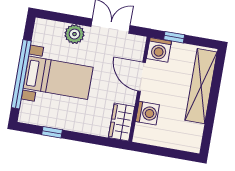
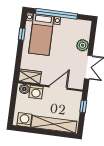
washing machine: (159, 50) -> (24, 120), moved, turned 90
bed with nightstands: (58, 78) -> (41, 35), moved
boiler: (141, 132) -> (24, 89), added

